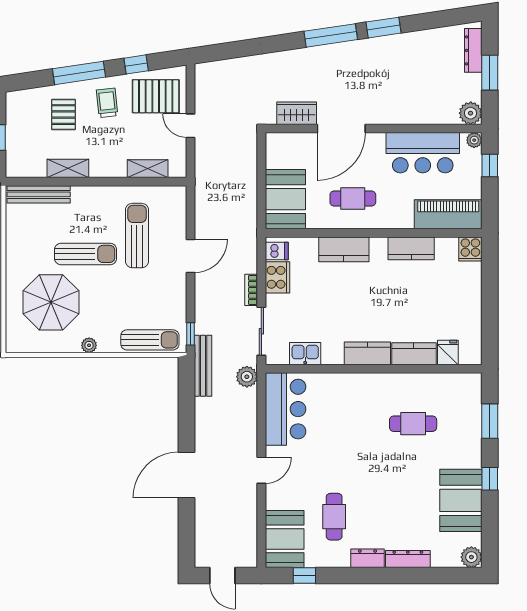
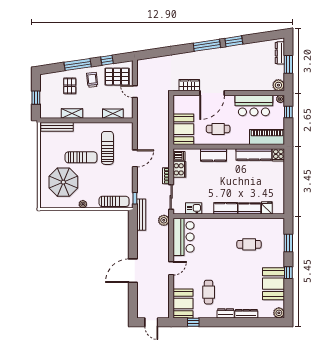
kitchen counter: (411, 248) -> (254, 154), width x1.50

